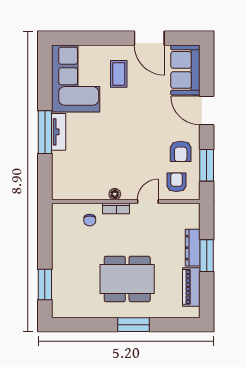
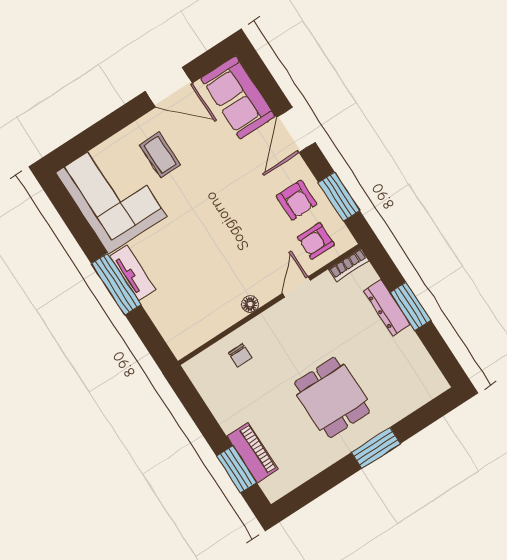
door: (207, 111) -> (296, 130), hinge flipped
armchair: (176, 182) -> (316, 241), turned -90
bookcase: (116, 209) -> (349, 265), moved
dining table: (127, 279) -> (332, 397), width x0.73
piano: (191, 287) -> (252, 453), moved, turned 180

